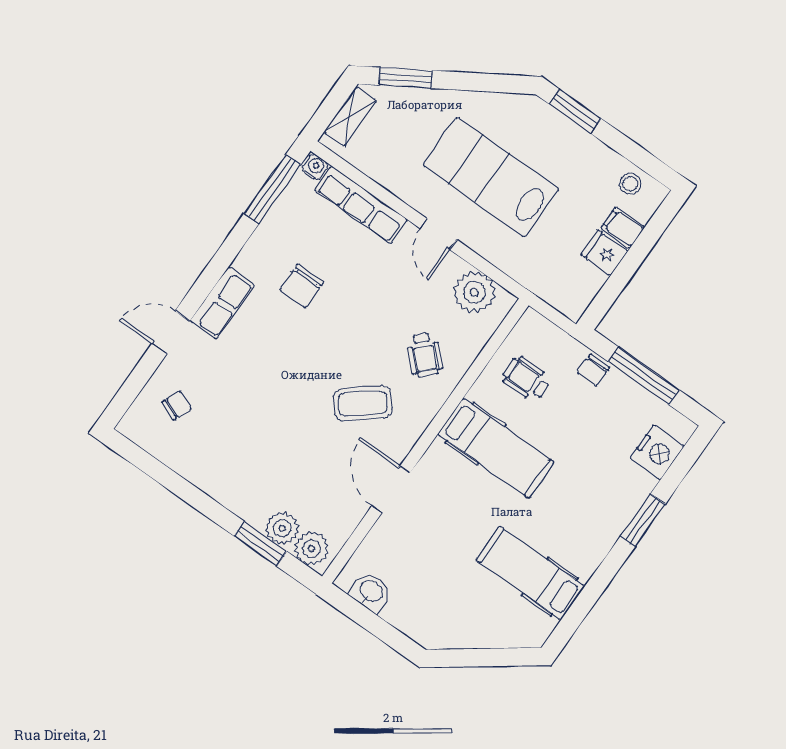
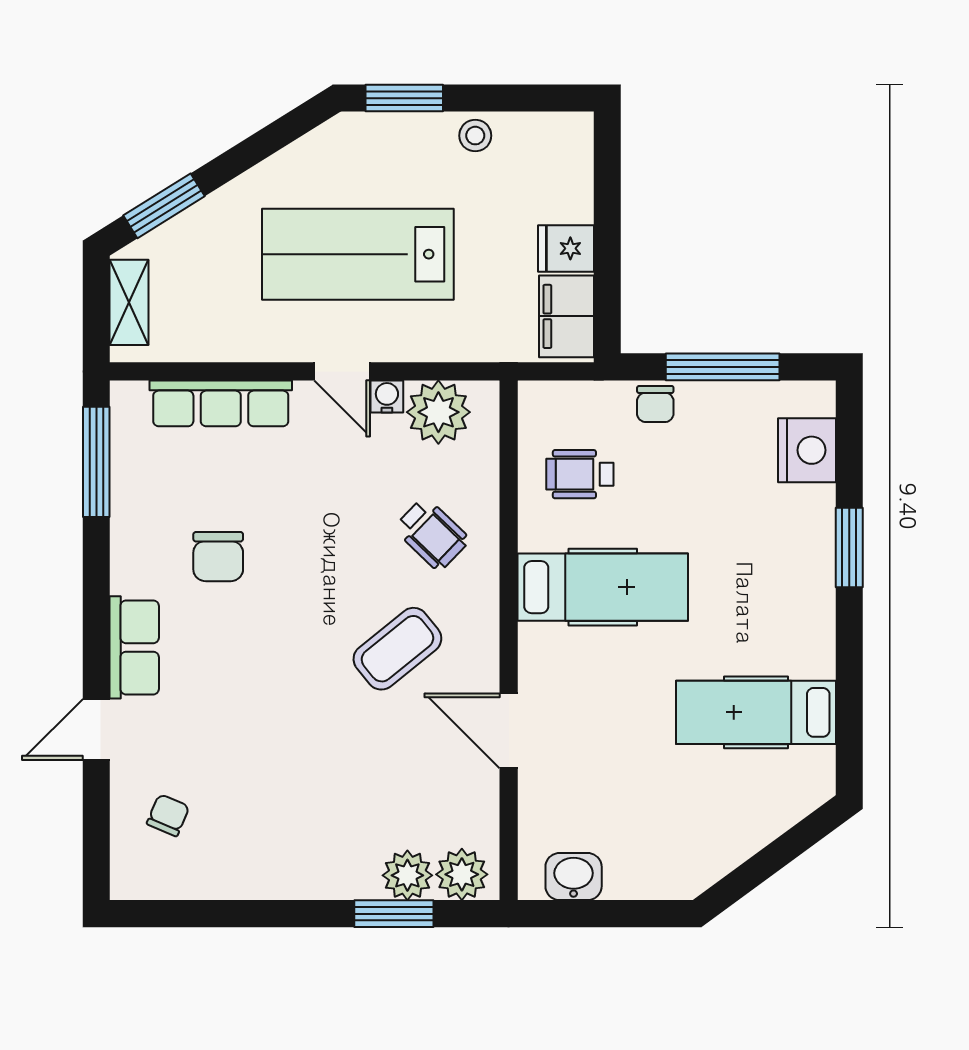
water cooler: (315, 167) -> (387, 397), moved
stool: (630, 184) -> (475, 136), moved
filing cabinet: (623, 228) -> (566, 316), moved, width x2.00

